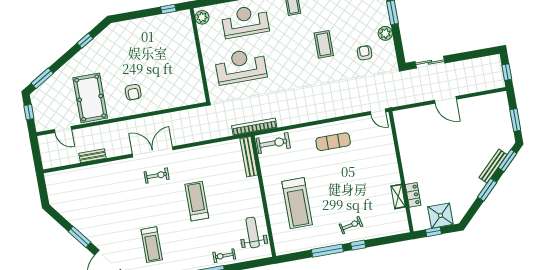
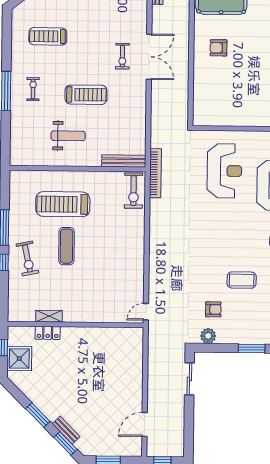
plant: (385, 33) -> (208, 336), moved
coffee table: (324, 44) -> (242, 280), moved
door: (445, 100) -> (145, 424), moved
exercise mat: (333, 142) -> (67, 246), moved
bench: (493, 166) -> (66, 430), width x0.73
exercise bike: (351, 225) -> (27, 259), width x1.38, depth x1.39
weight bench: (253, 232) -> (68, 136), moved
exercise bike: (224, 256) -> (33, 89), moved

